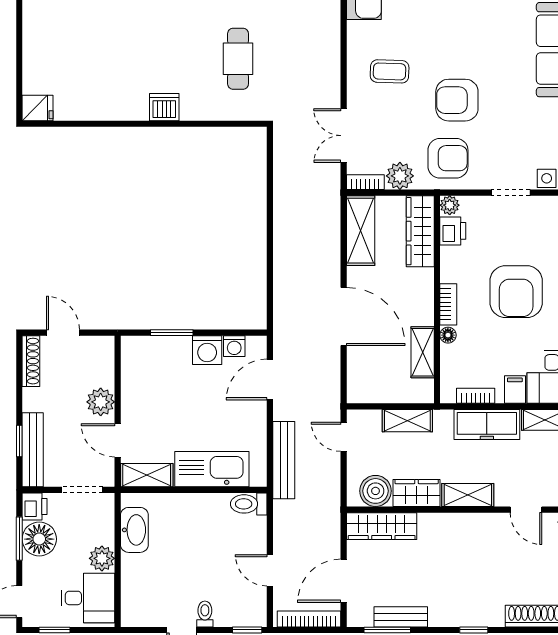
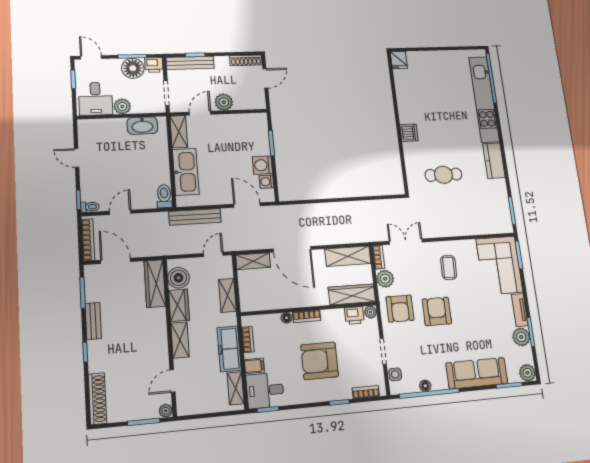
door: (344, 317) -> (292, 249), hinge flipped
shelving: (423, 352) -> (253, 261), moved
toilet: (205, 614) -> (90, 207), moved
bench: (401, 617) -> (93, 321), moved

